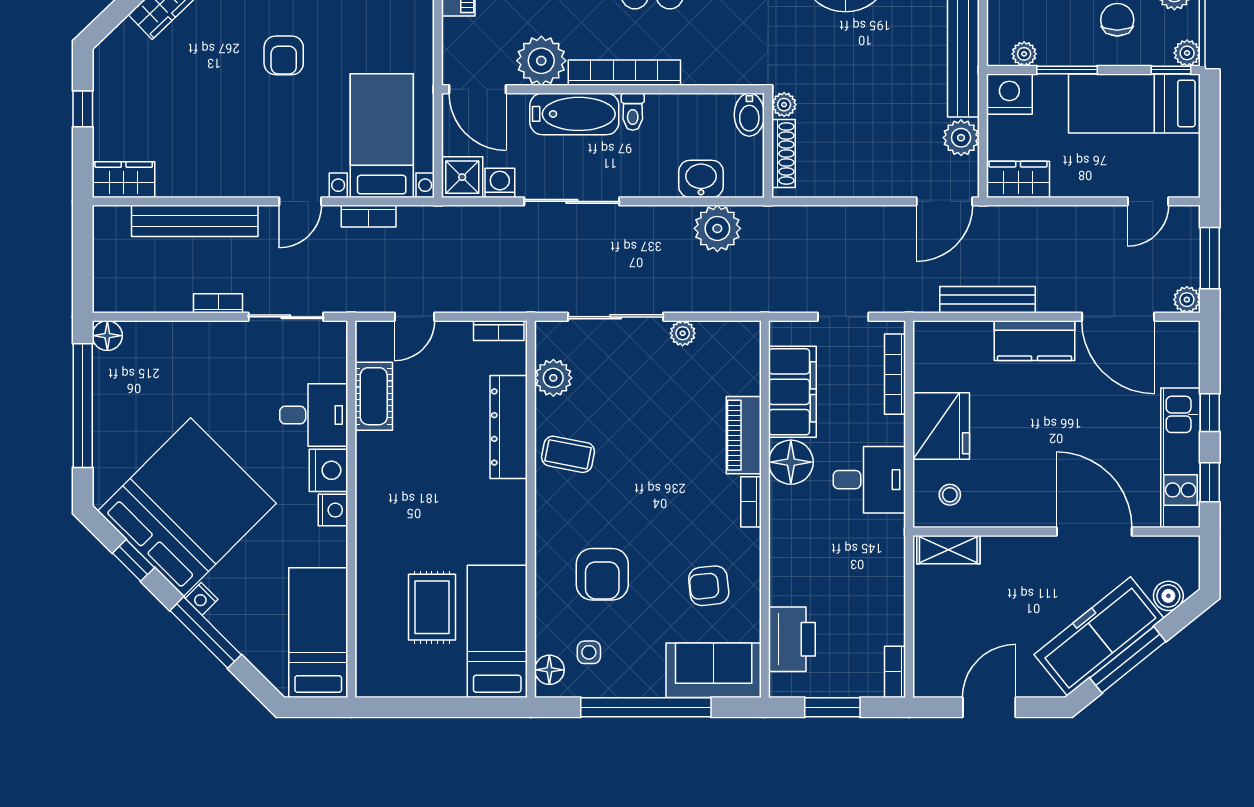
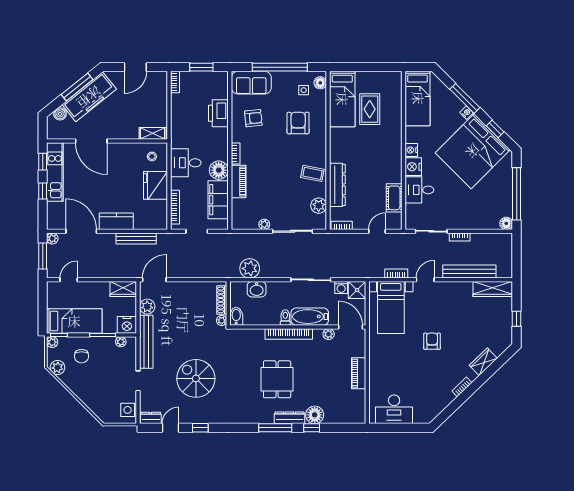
plant: (541, 61) -> (329, 334), width x0.53, depth x0.53
wardrobe: (124, 180) -> (493, 289), width x1.50
printer: (792, 639) -> (218, 113), moved

